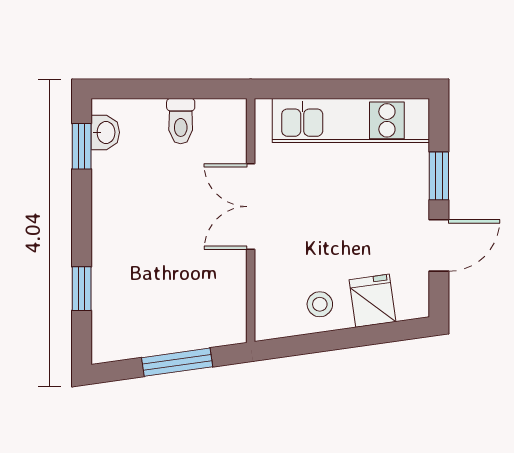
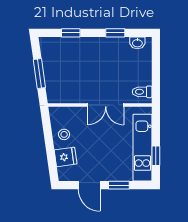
window: (370, 89) -> (156, 156), added
toilet: (181, 121) -> (142, 92), moved
window: (82, 146) -> (115, 33), moved
double door: (251, 207) -> (106, 105), swing flipped

